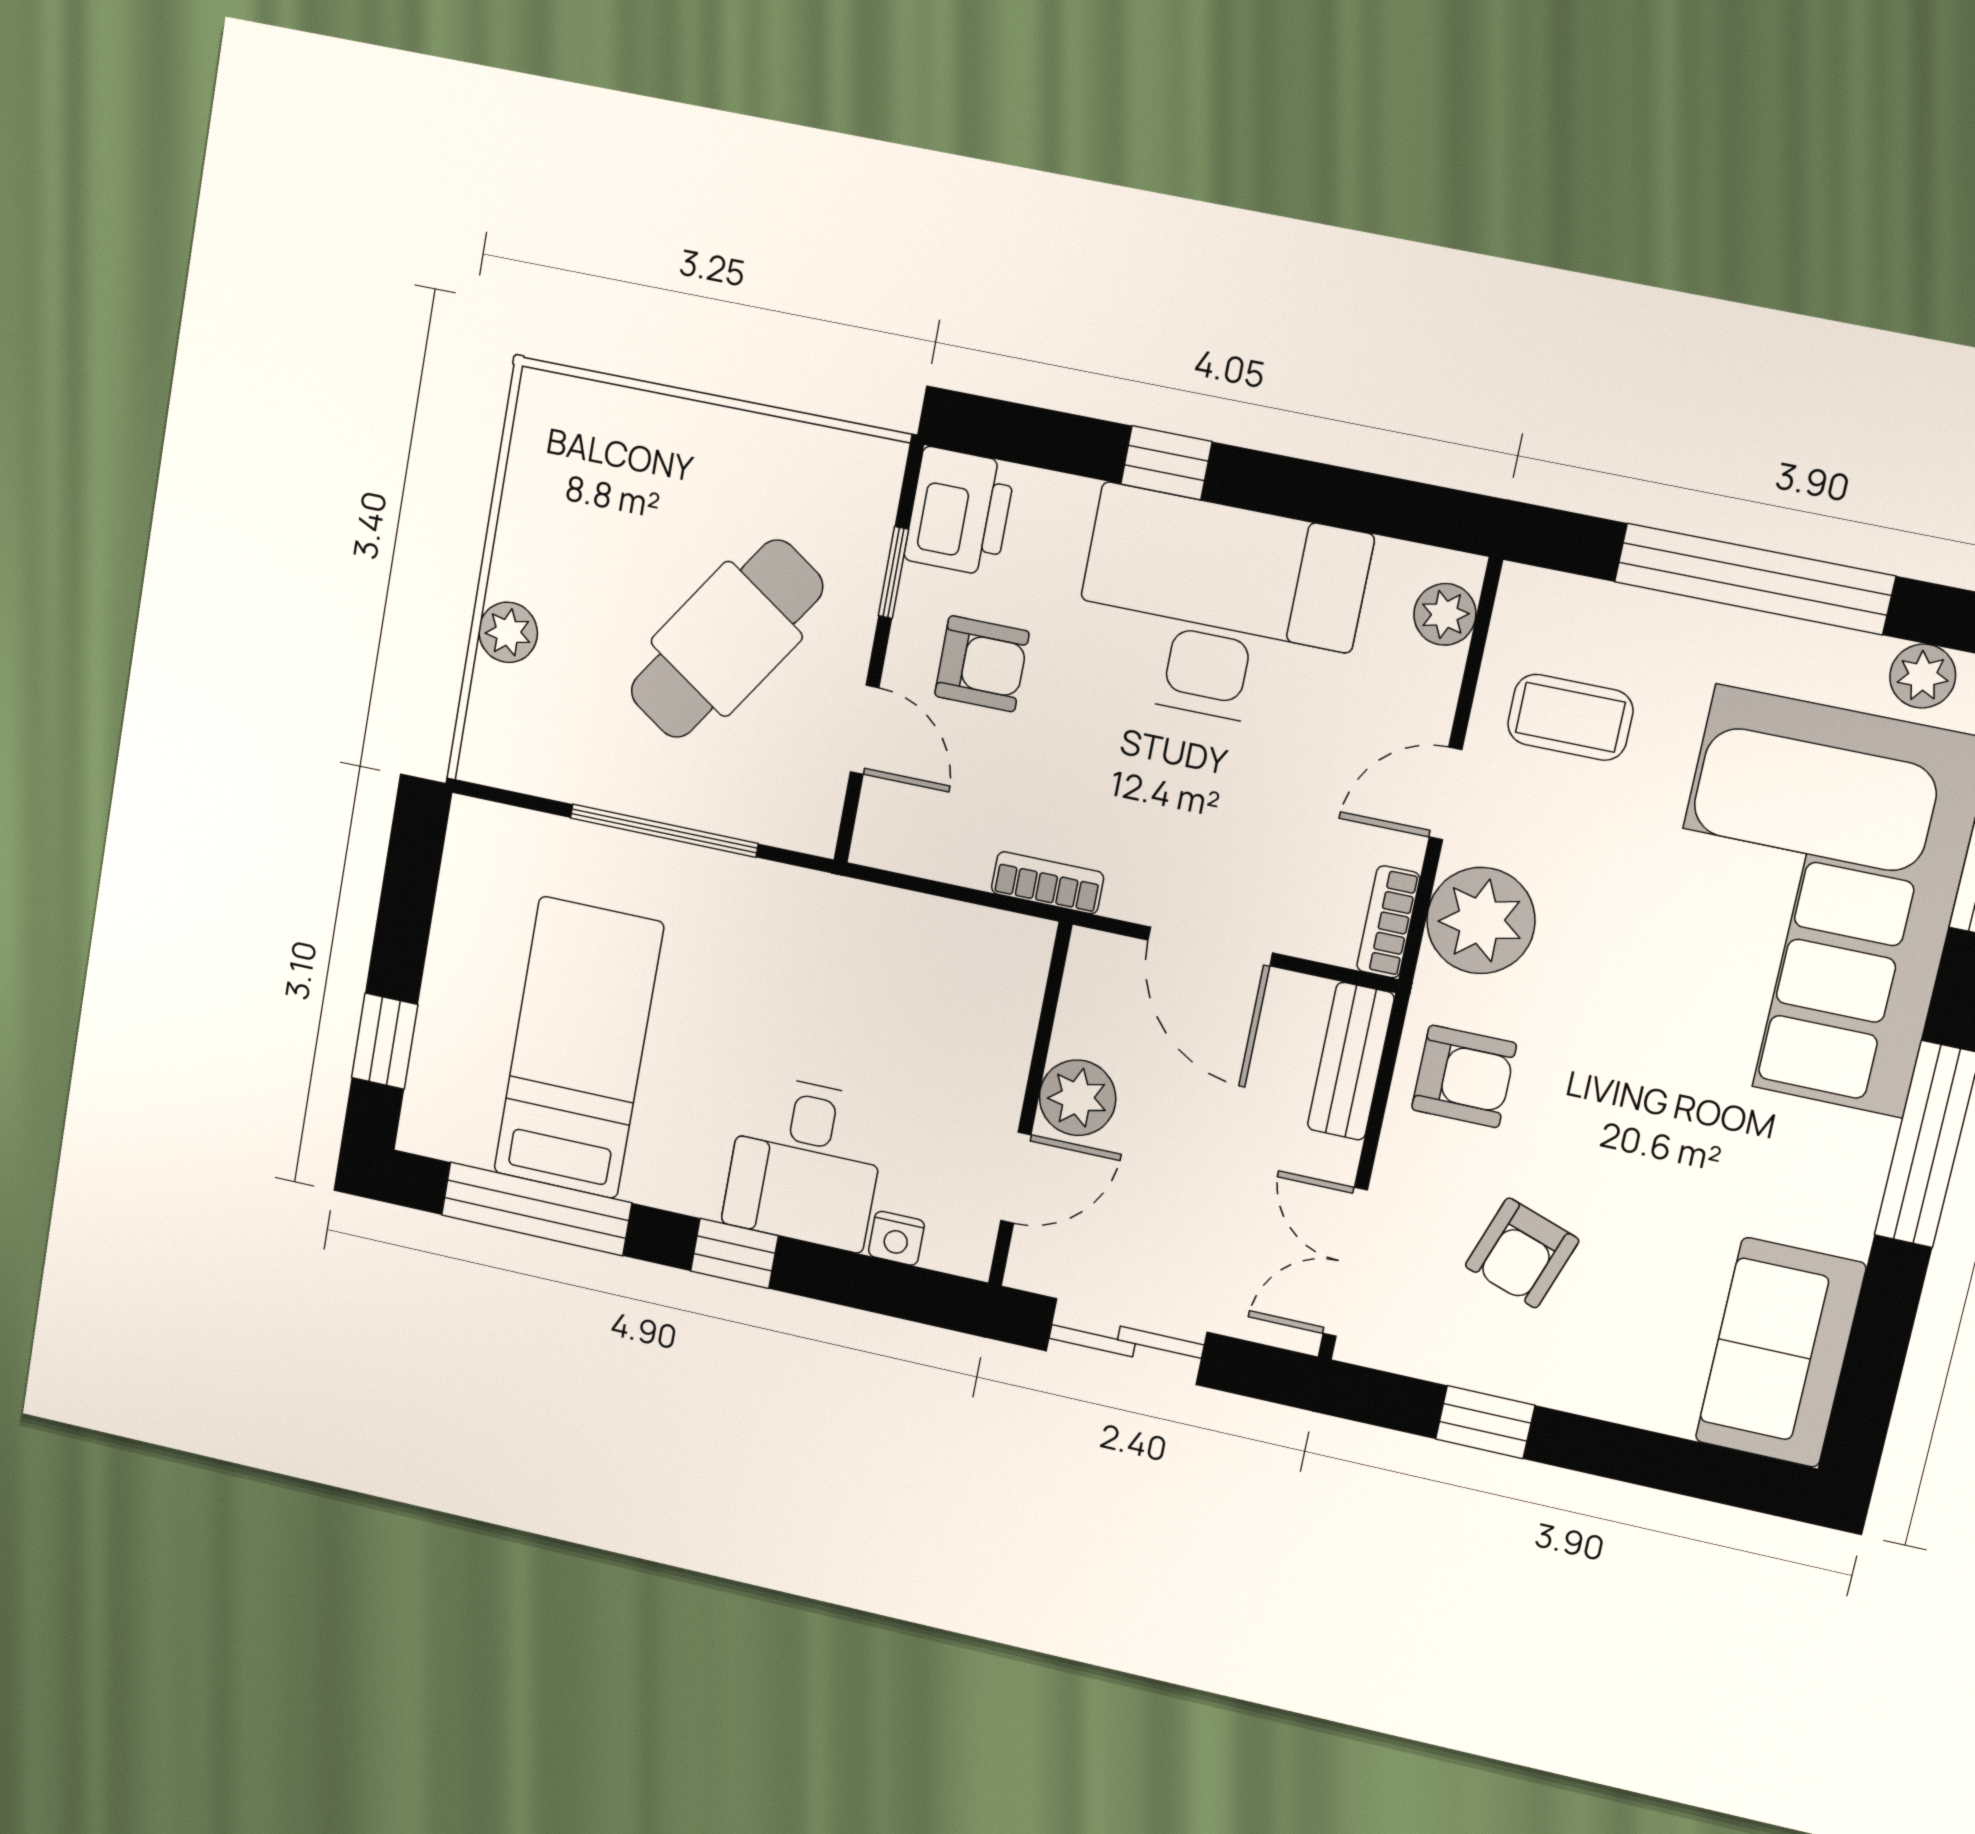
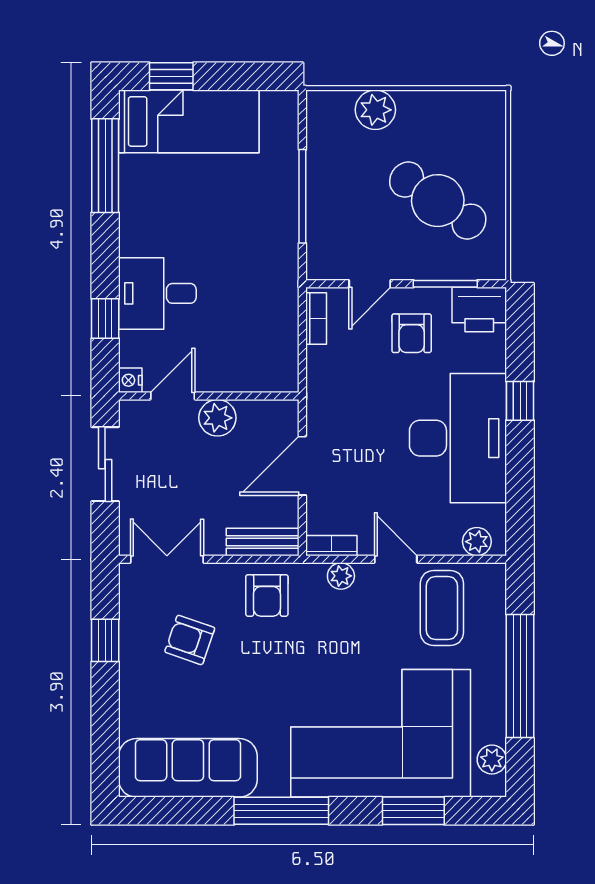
window: (893, 573) -> (445, 284), width x1.50
plant: (508, 632) -> (375, 110), width x1.38, depth x1.38
cafe table: (727, 639) -> (438, 201), moved
coffee table: (1570, 717) -> (442, 608), width x1.36, depth x1.30
bookcase: (1048, 883) -> (316, 319), moved
plant: (1481, 921) -> (341, 576), width x0.53, depth x0.53
bed: (578, 1048) -> (189, 121), moved
door: (1016, 1178) -> (173, 396), swing flipped
nightstand: (896, 1238) -> (130, 380), moved
window: (734, 1253) -> (105, 319), moved
sofa: (1780, 1353) -> (188, 768), width x1.36

